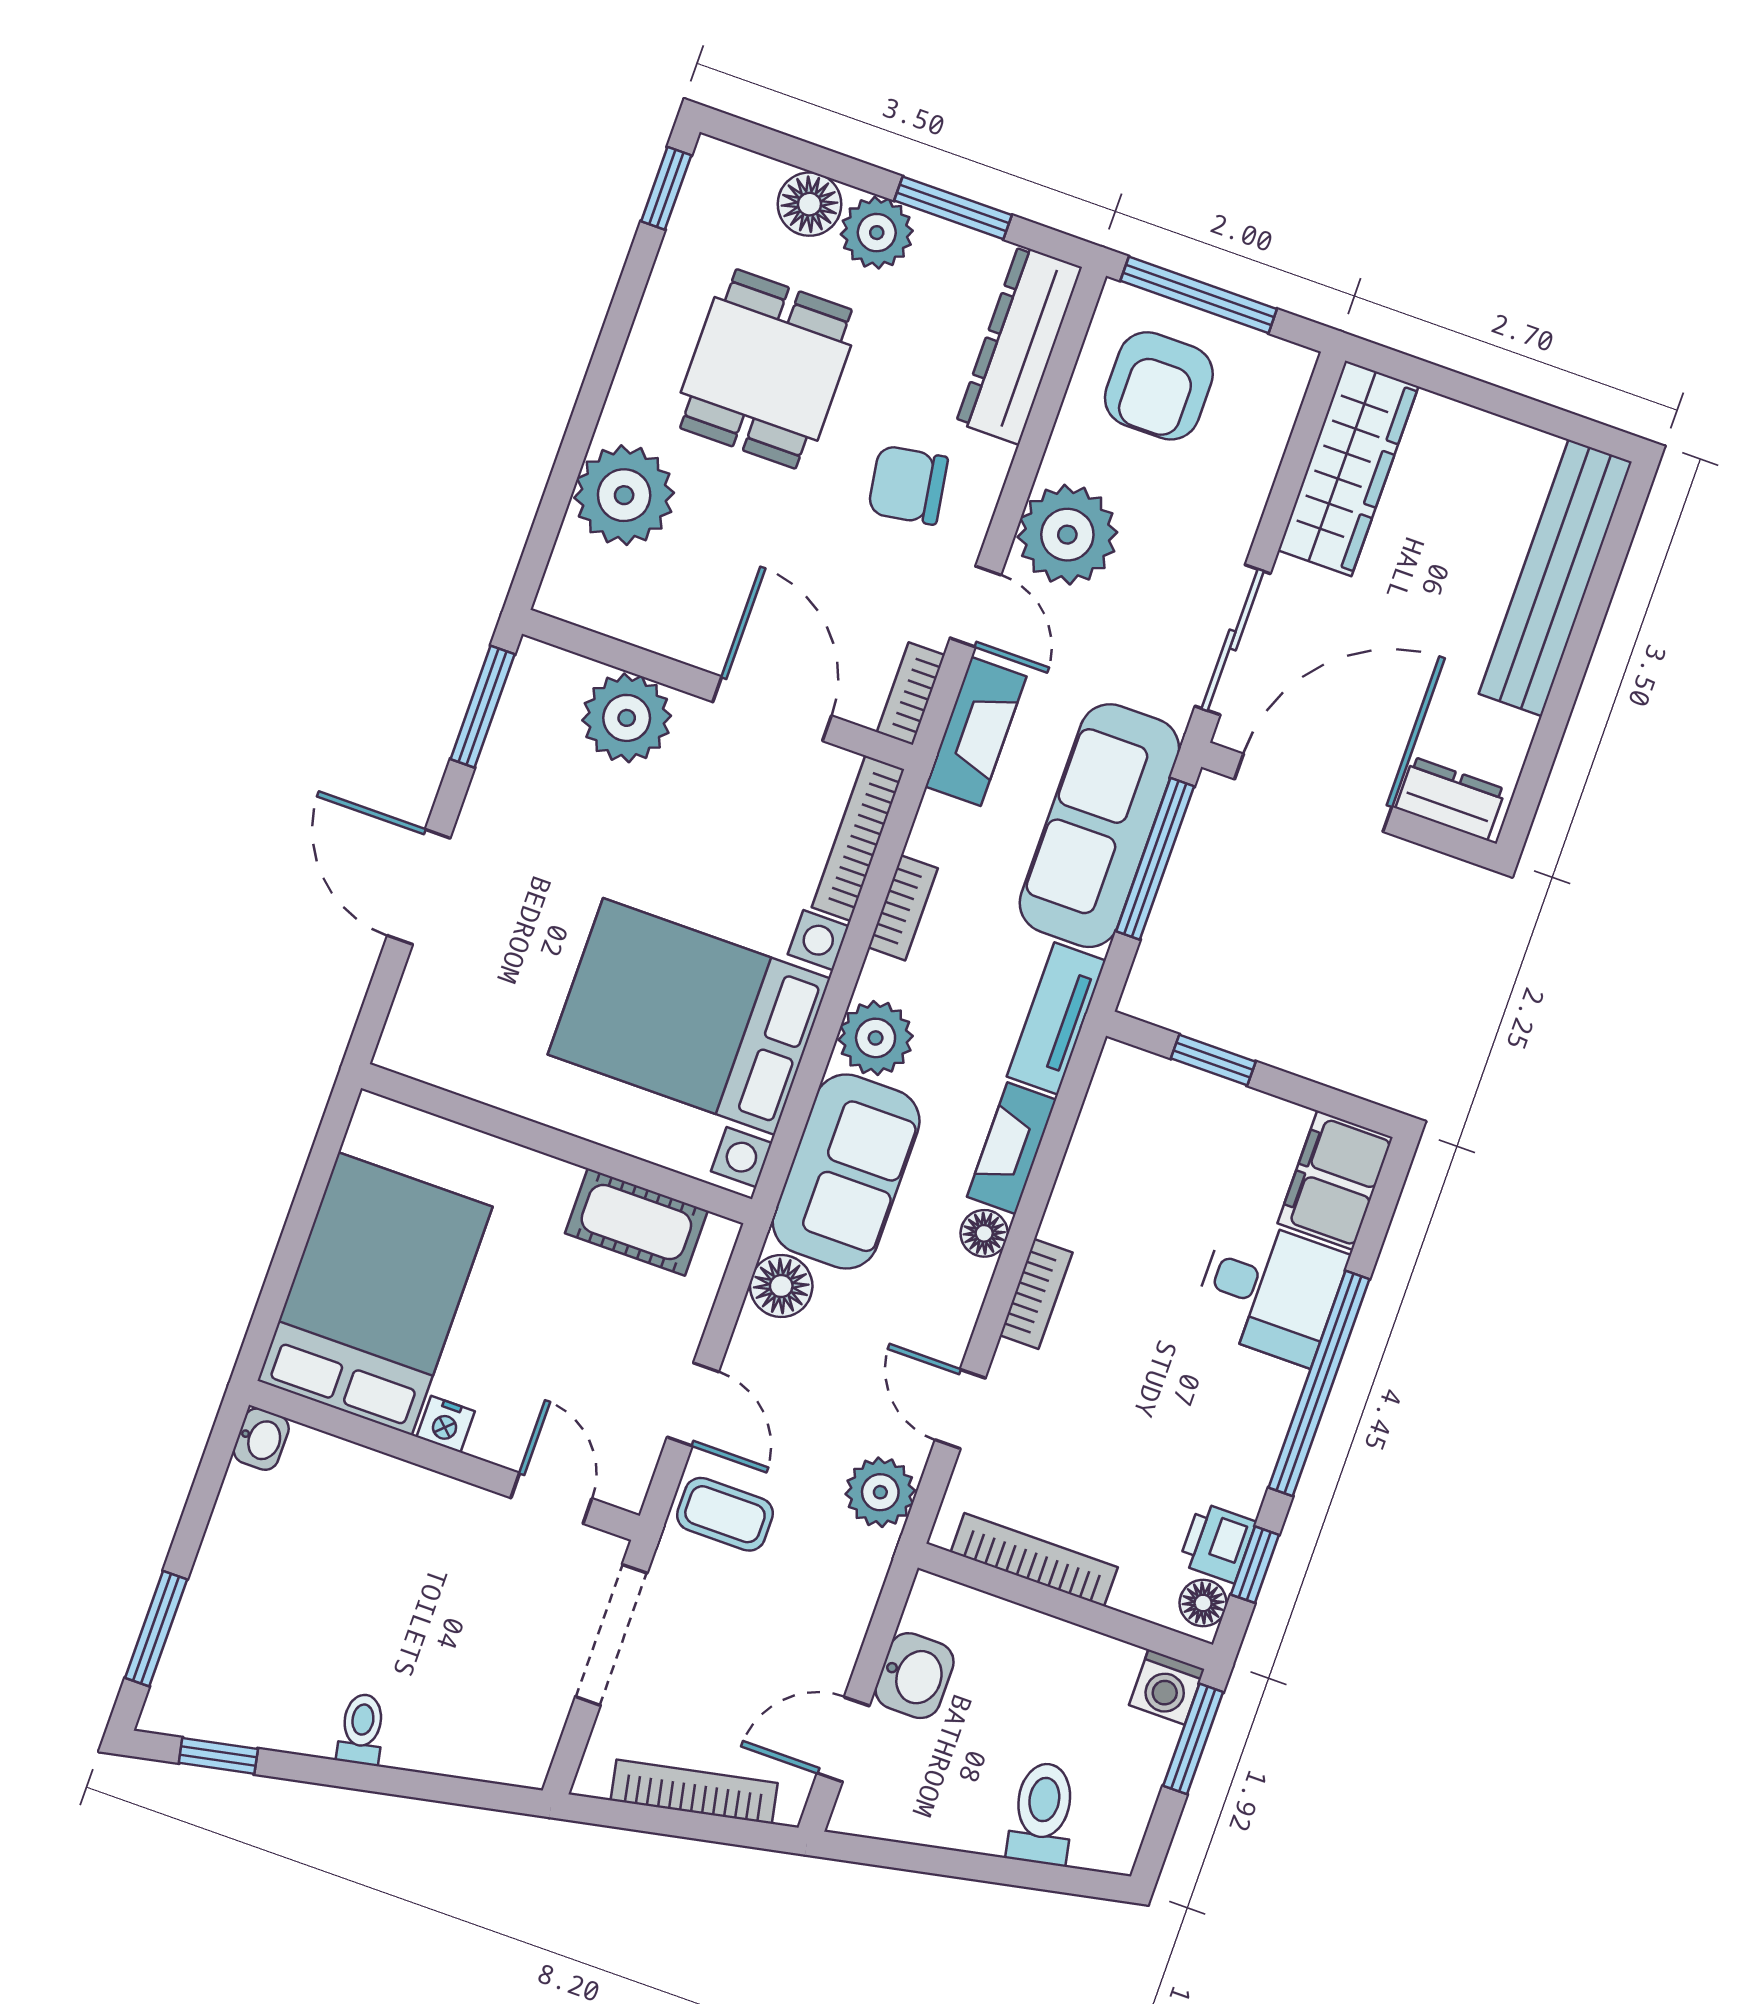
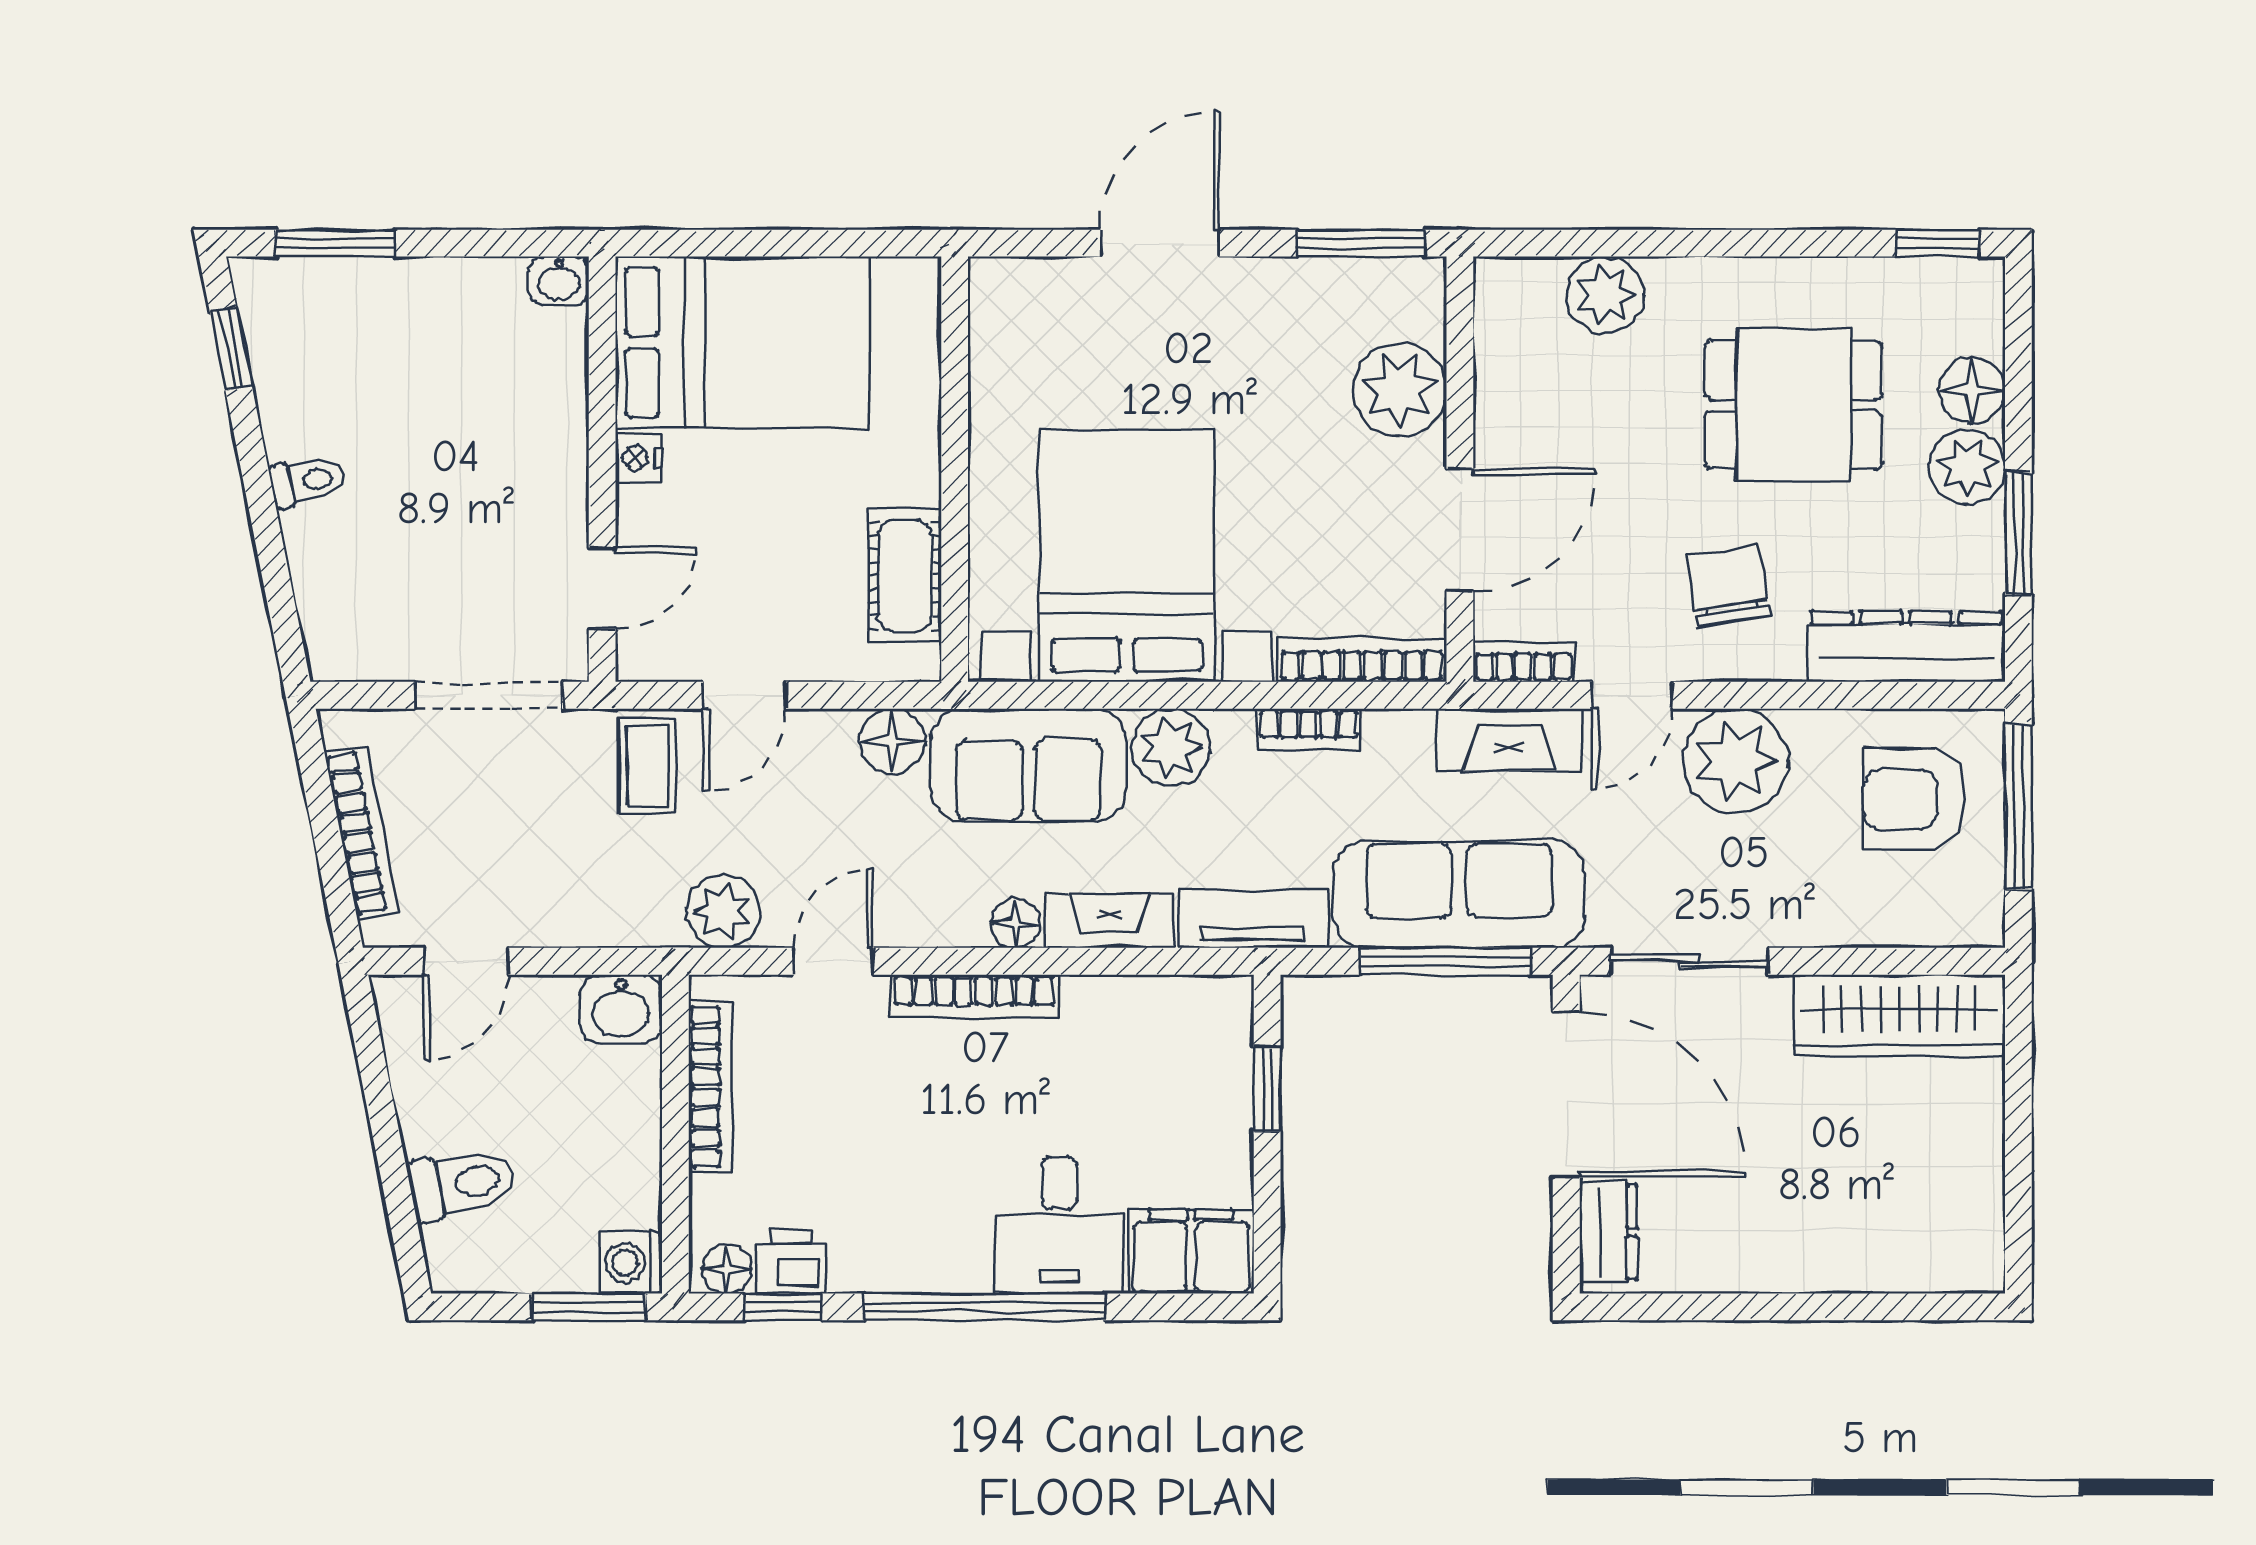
plant: (624, 495) -> (1605, 295), width x0.73, depth x0.73
bench: (1555, 578) -> (1864, 1258), removed
bookcase: (1036, 1294) -> (974, 996), width x1.56
washbasin: (915, 1676) -> (621, 1009), moved
door: (843, 1739) -> (466, 961), swing flipped

